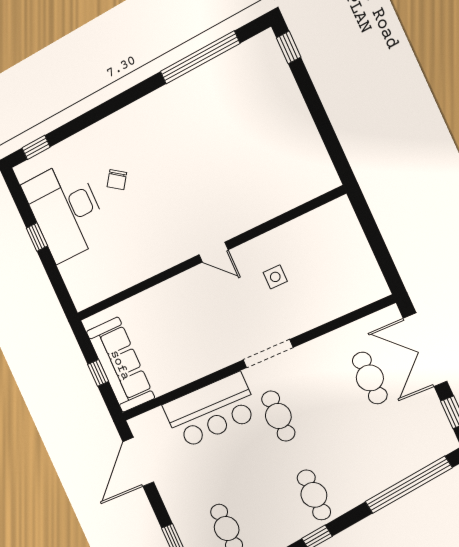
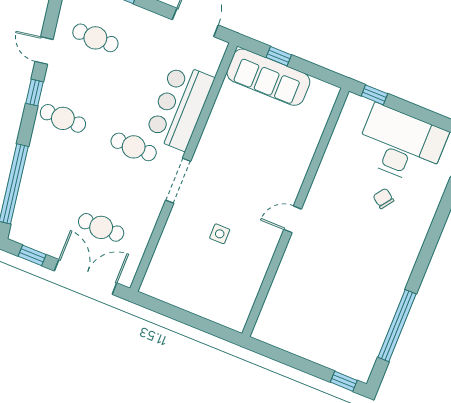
window: (37, 237) -> (374, 95), moved
door: (213, 252) -> (293, 219), moved
wall: (206, 256) -> (296, 212), moved

